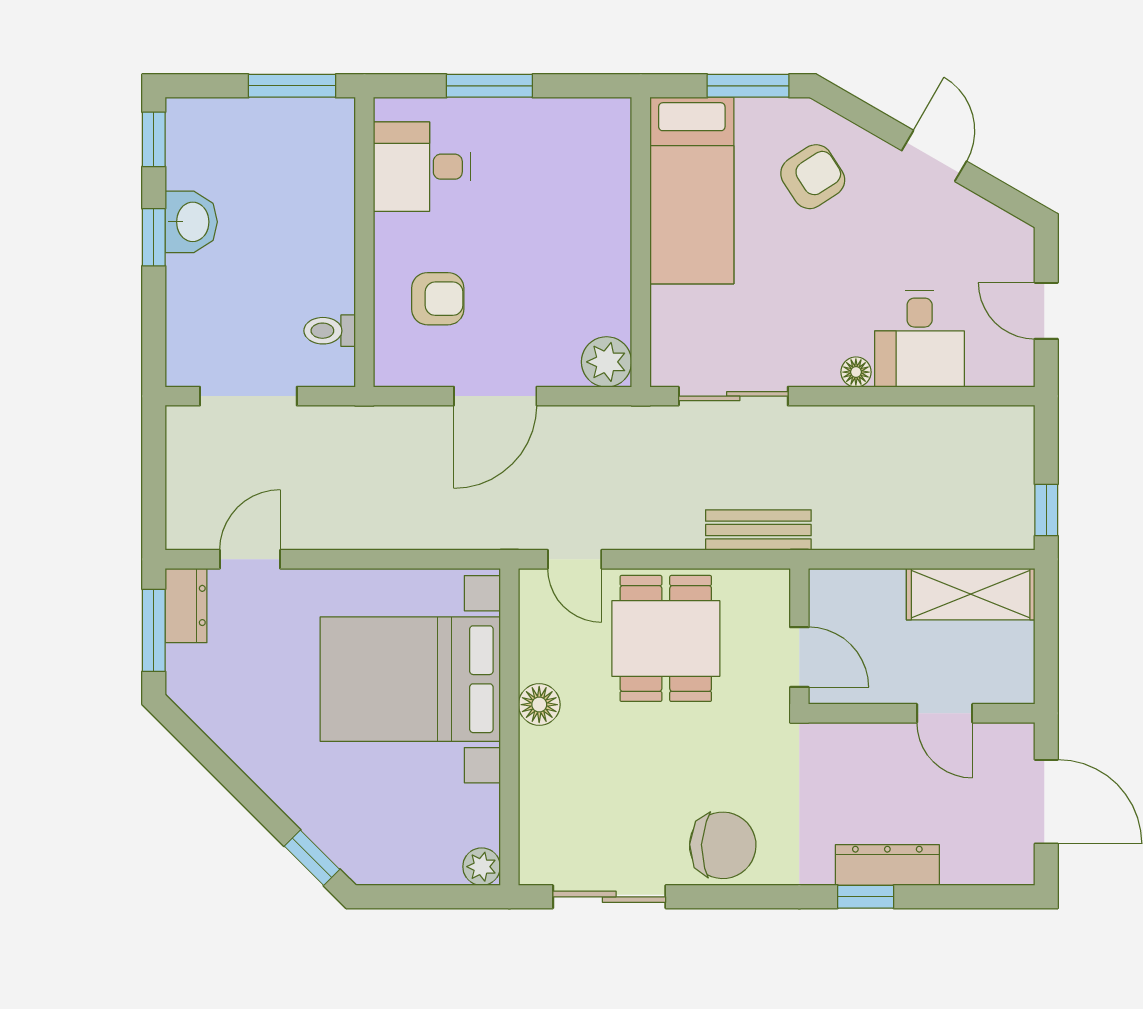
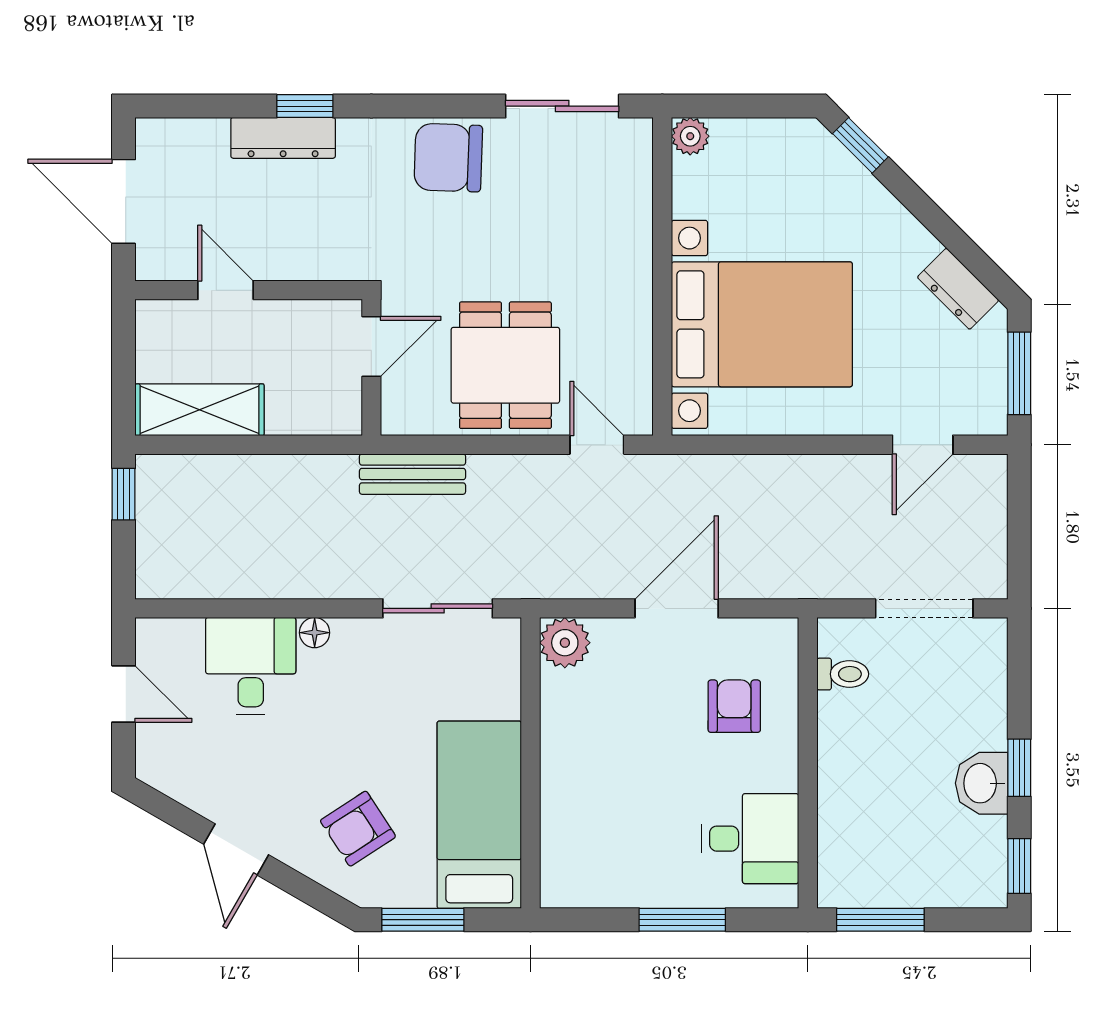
armchair: (438, 299) -> (734, 706), turned 90
dresser: (186, 605) -> (958, 289), moved, turned -45
door: (799, 657) -> (371, 347), swing flipped
floor lamp: (539, 705) -> (632, 299), removed

